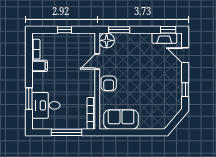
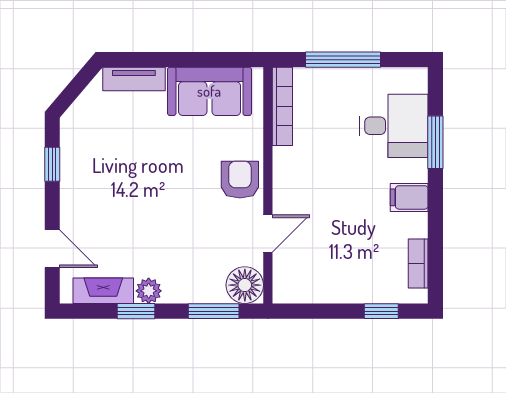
window: (65, 30) -> (381, 311), moved
window: (168, 30) -> (136, 311), moved
plant: (146, 38) -> (149, 291), added
filing cabinet: (40, 66) -> (409, 197), moved
tv unit: (152, 124) -> (134, 79), added

